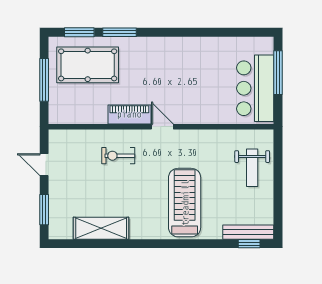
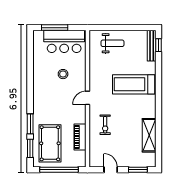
window: (44, 80) -> (59, 170), width x1.46
stool: (202, 86) -> (63, 74), added
piano: (129, 114) -> (80, 137), moved
door: (44, 165) -> (111, 170), swing flipped

